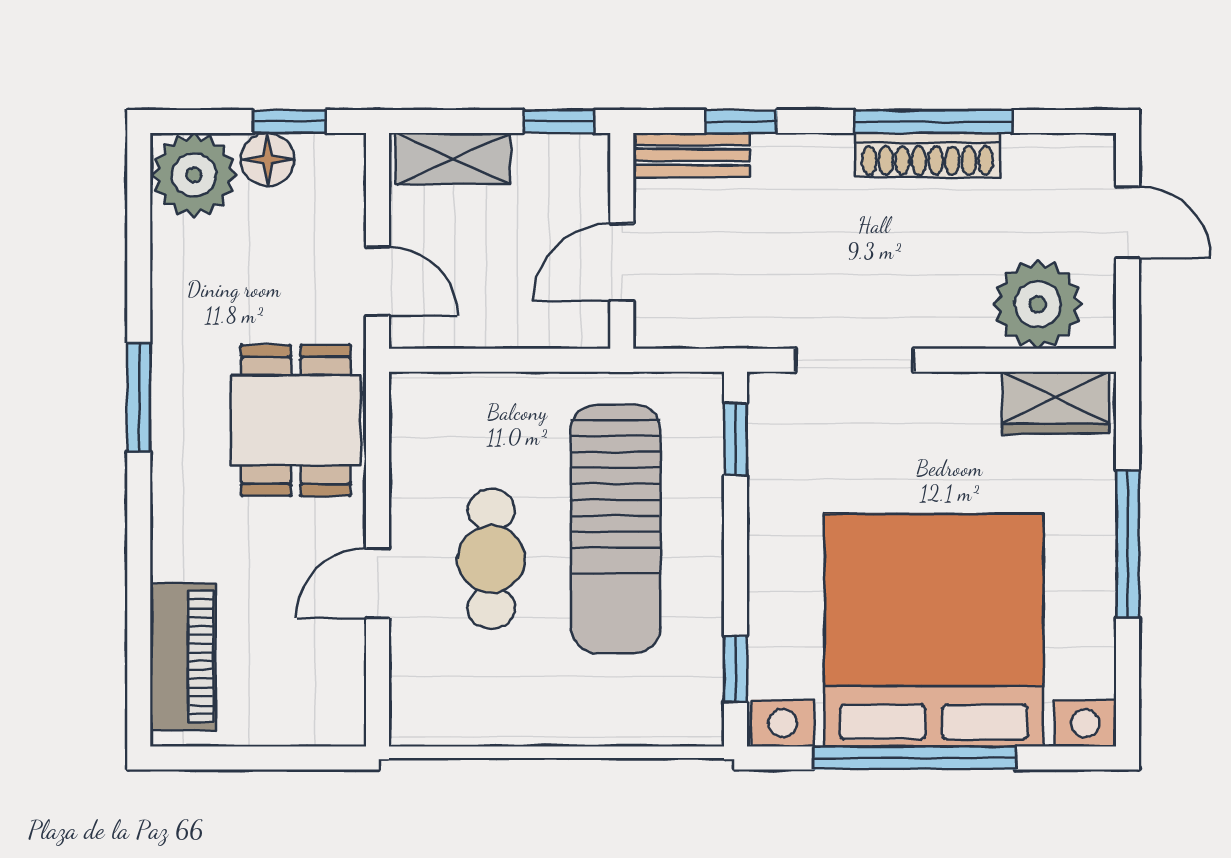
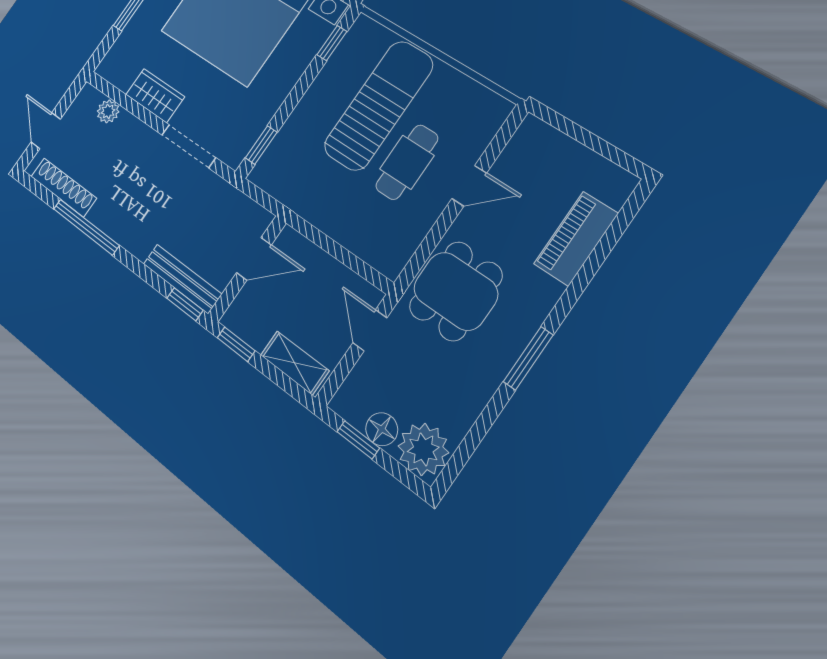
window: (741, 121) -> (185, 304), moved
bench: (692, 155) -> (182, 279), width x1.36
shoe rack: (927, 155) -> (64, 187), moved
plant: (1038, 304) -> (108, 111), width x0.53, depth x0.53
wardrobe: (1056, 403) -> (155, 96), moved
sun lounger: (616, 529) -> (378, 106), moved
piano: (183, 657) -> (576, 239), moved

